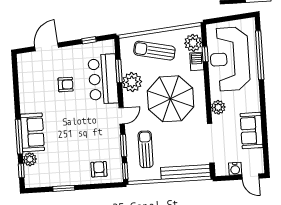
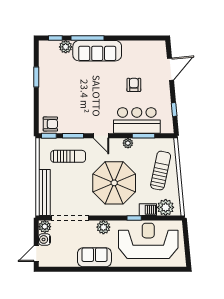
door: (47, 47) -> (170, 69), hinge flipped
window: (205, 54) -> (134, 218), moved
window: (260, 55) -> (150, 269), removed
plant: (132, 82) -> (128, 143), width x0.53, depth x0.53
armchair: (66, 85) -> (134, 85), turned 180
sofa: (252, 131) -> (94, 257), moved
sofa: (32, 132) -> (97, 51), width x1.36
armchair: (99, 169) -> (50, 124), moved
plant: (221, 169) -> (45, 227), added

